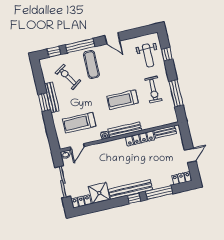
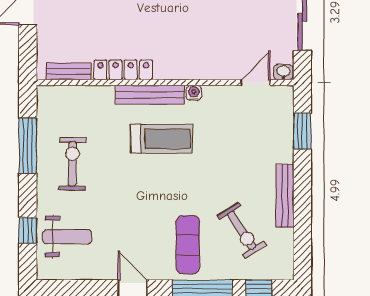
weight bench: (148, 55) -> (67, 237), turned 90
treadmill: (122, 100) -> (162, 139), moved
window: (44, 102) -> (302, 131), moved
treadmill: (79, 123) -> (241, 131), removed

